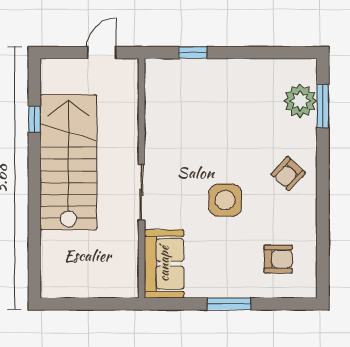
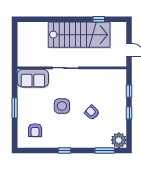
window: (240, 53) -> (129, 113), added
plant: (300, 101) -> (119, 140), moved
armchair: (288, 174) -> (92, 112), moved
window: (323, 194) -> (65, 150), added

